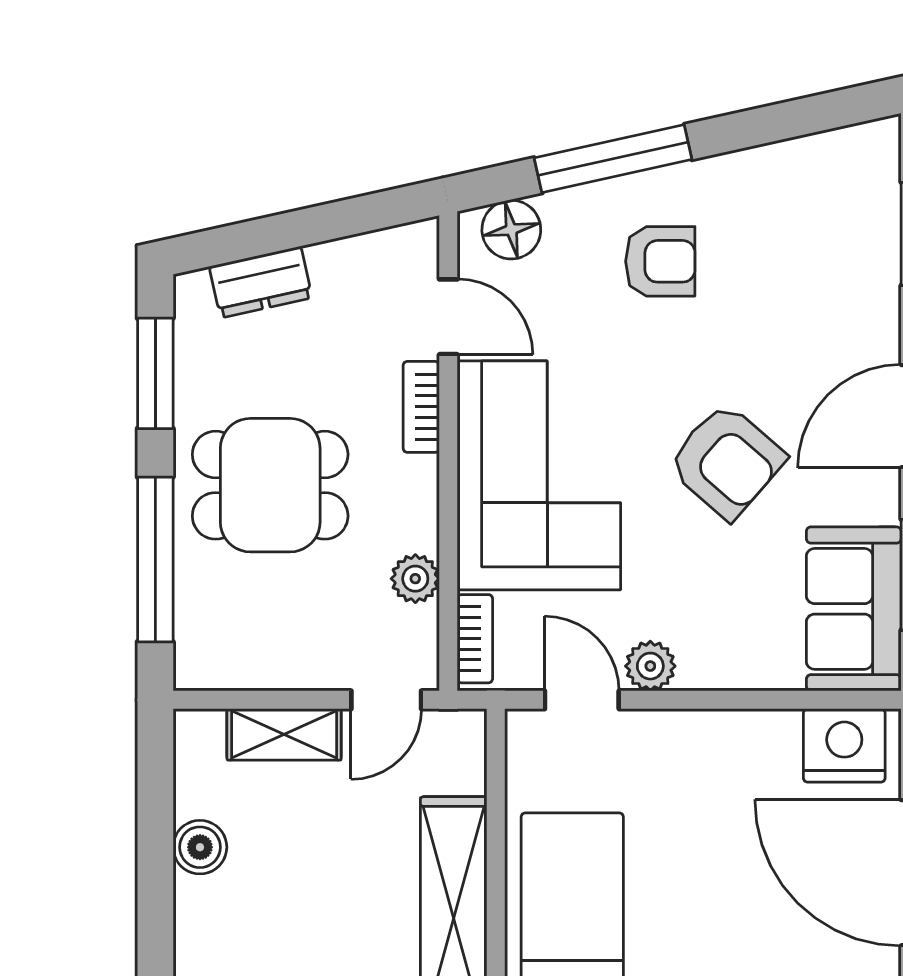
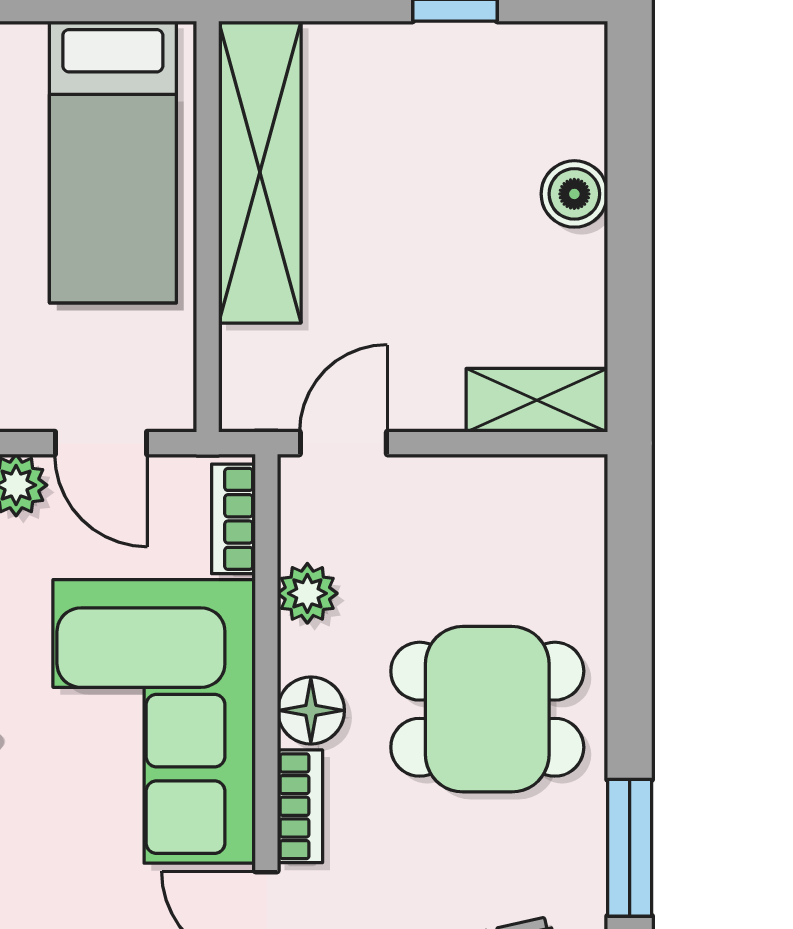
floor lamp: (412, 484) -> (311, 710), added
window: (155, 559) -> (630, 617), removed
shelving: (284, 734) -> (537, 400), moved
boiler: (200, 847) -> (574, 194), moved

